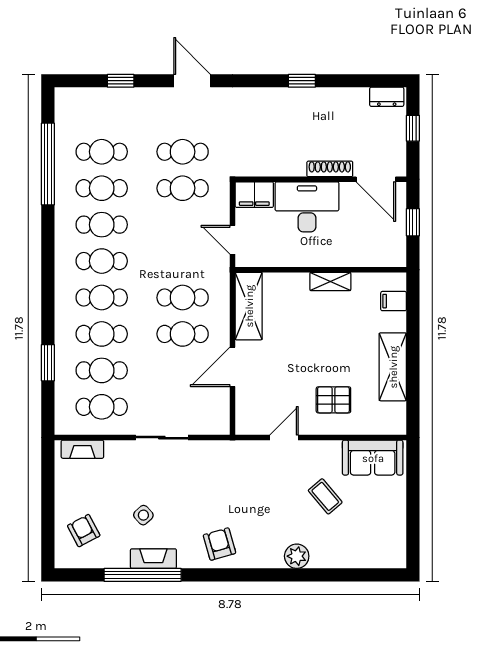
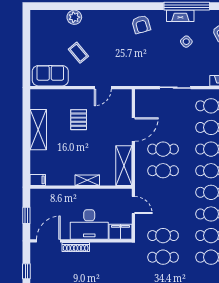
door: (376, 179) -> (48, 241), hinge flipped
shelving: (330, 281) -> (87, 180), moved
filing cabinet: (394, 301) -> (38, 180), moved
pallet: (333, 400) -> (79, 120), moved, turned 90
plant: (297, 556) -> (74, 17), moved

